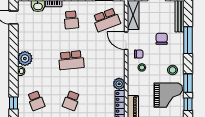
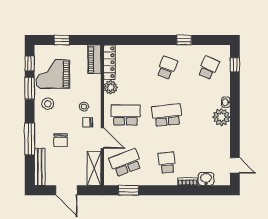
school desk: (106, 60) -> (125, 115), added
school desk: (36, 101) -> (208, 68), turned 45

